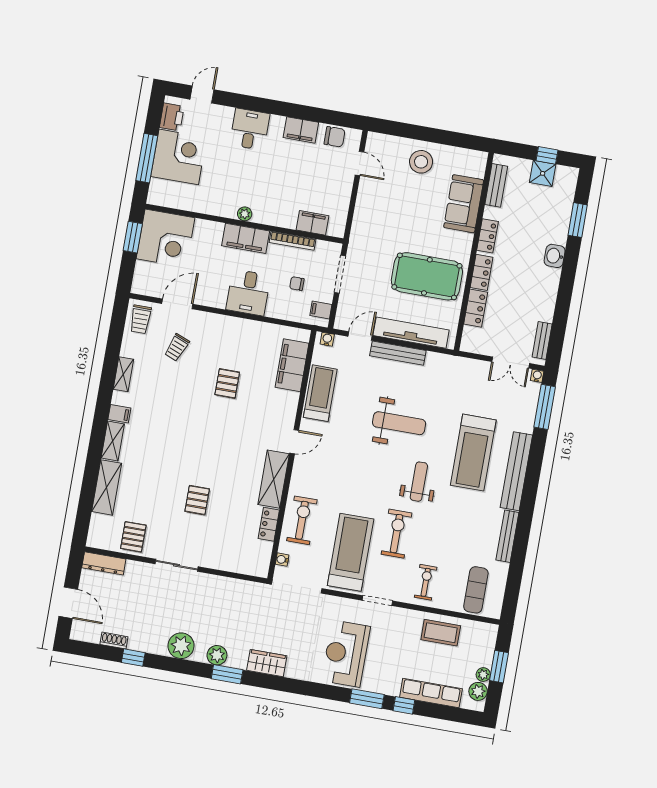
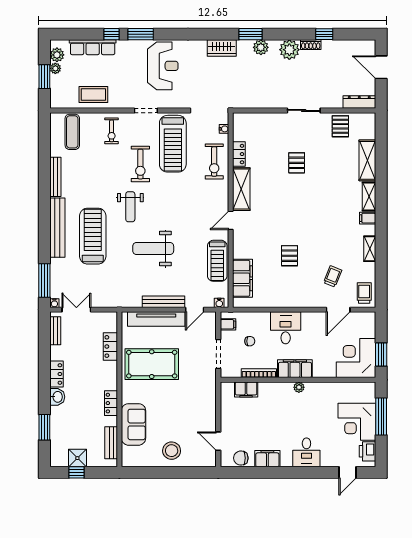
locker: (482, 272) -> (57, 374), moved, turned 180
shoe rack: (114, 641) -> (311, 45), moved

